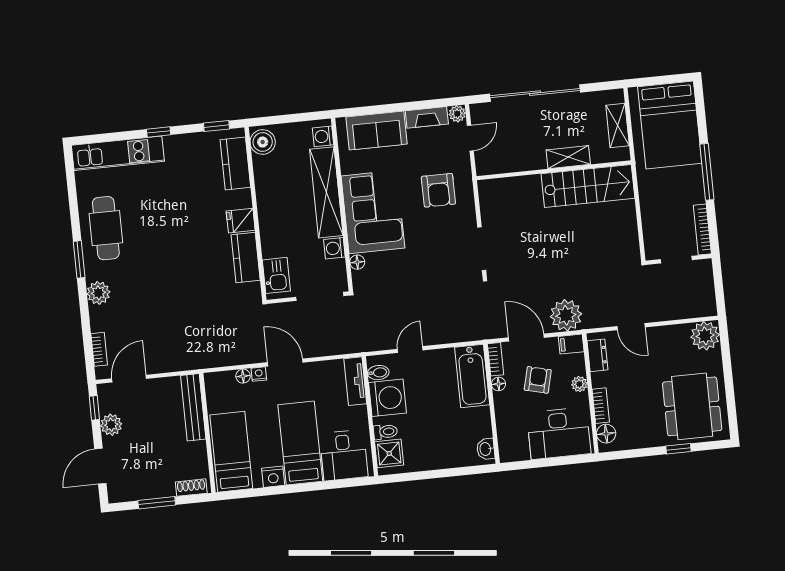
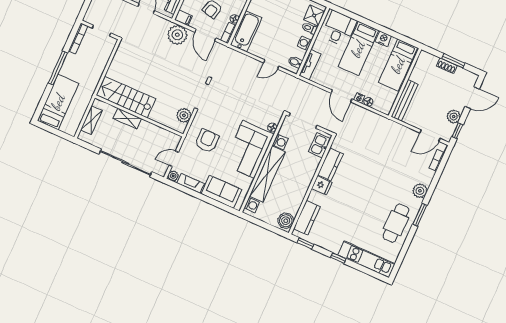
bed: (670, 125) -> (58, 102), width x0.67
plant: (491, 207) -> (184, 115), added
washing machine: (387, 398) -> (305, 43), width x0.53, depth x0.53
shoe rack: (191, 488) -> (447, 66), moved

